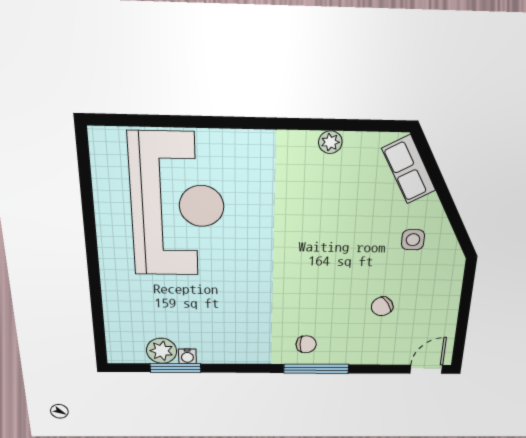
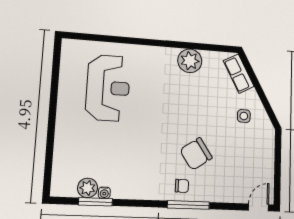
plant: (330, 142) -> (190, 61), width x1.88, depth x1.88
reception desk: (178, 206) -> (108, 88), width x0.74, depth x0.77
chair: (382, 306) -> (196, 154), moved, width x1.87, depth x1.87

